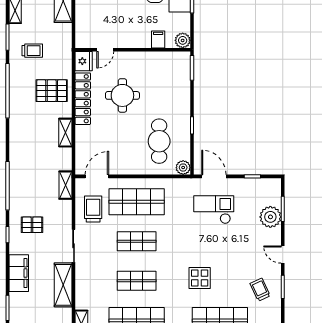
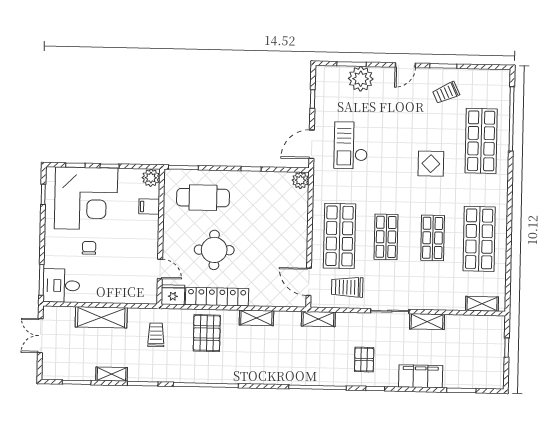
trolley: (32, 51) -> (156, 335), moved
cafe table: (159, 141) -> (203, 198), moved
shelving: (63, 285) -> (427, 322), width x0.67, depth x0.75

